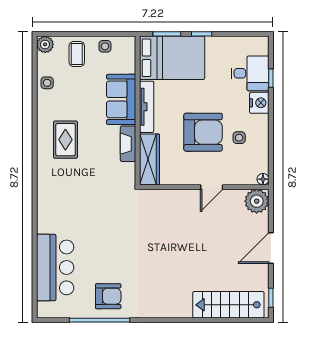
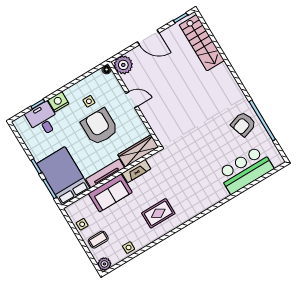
armchair: (108, 296) -> (243, 124), turned -108

